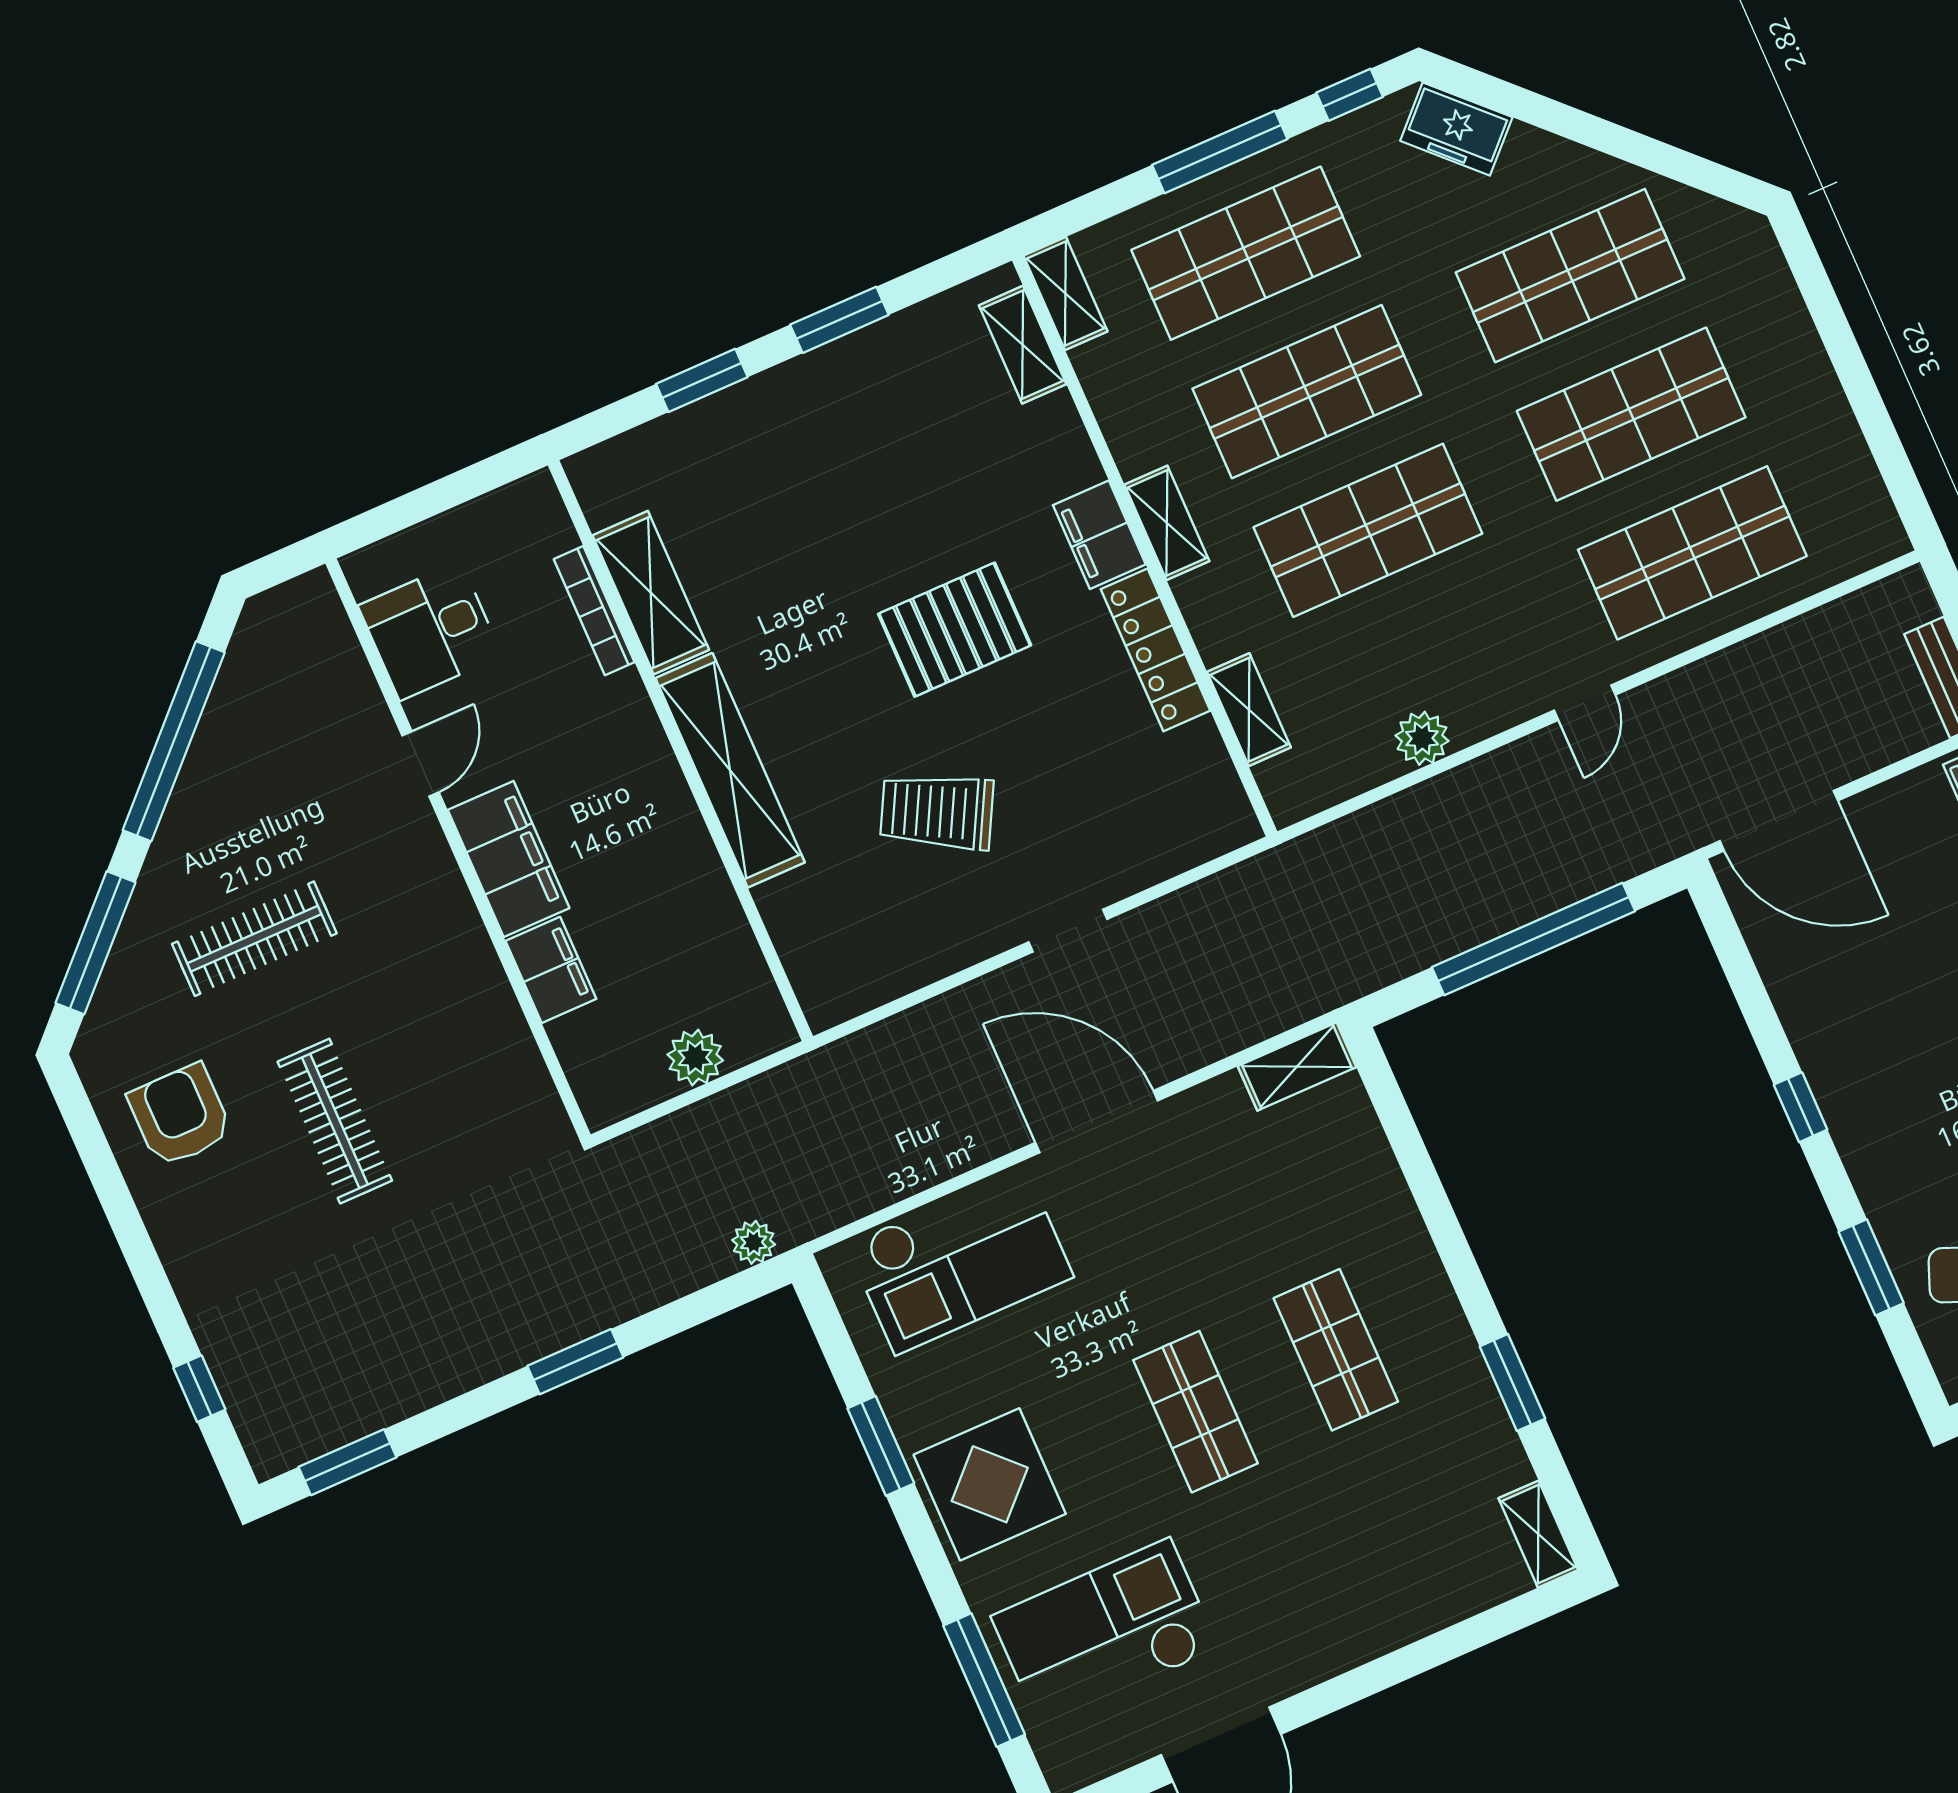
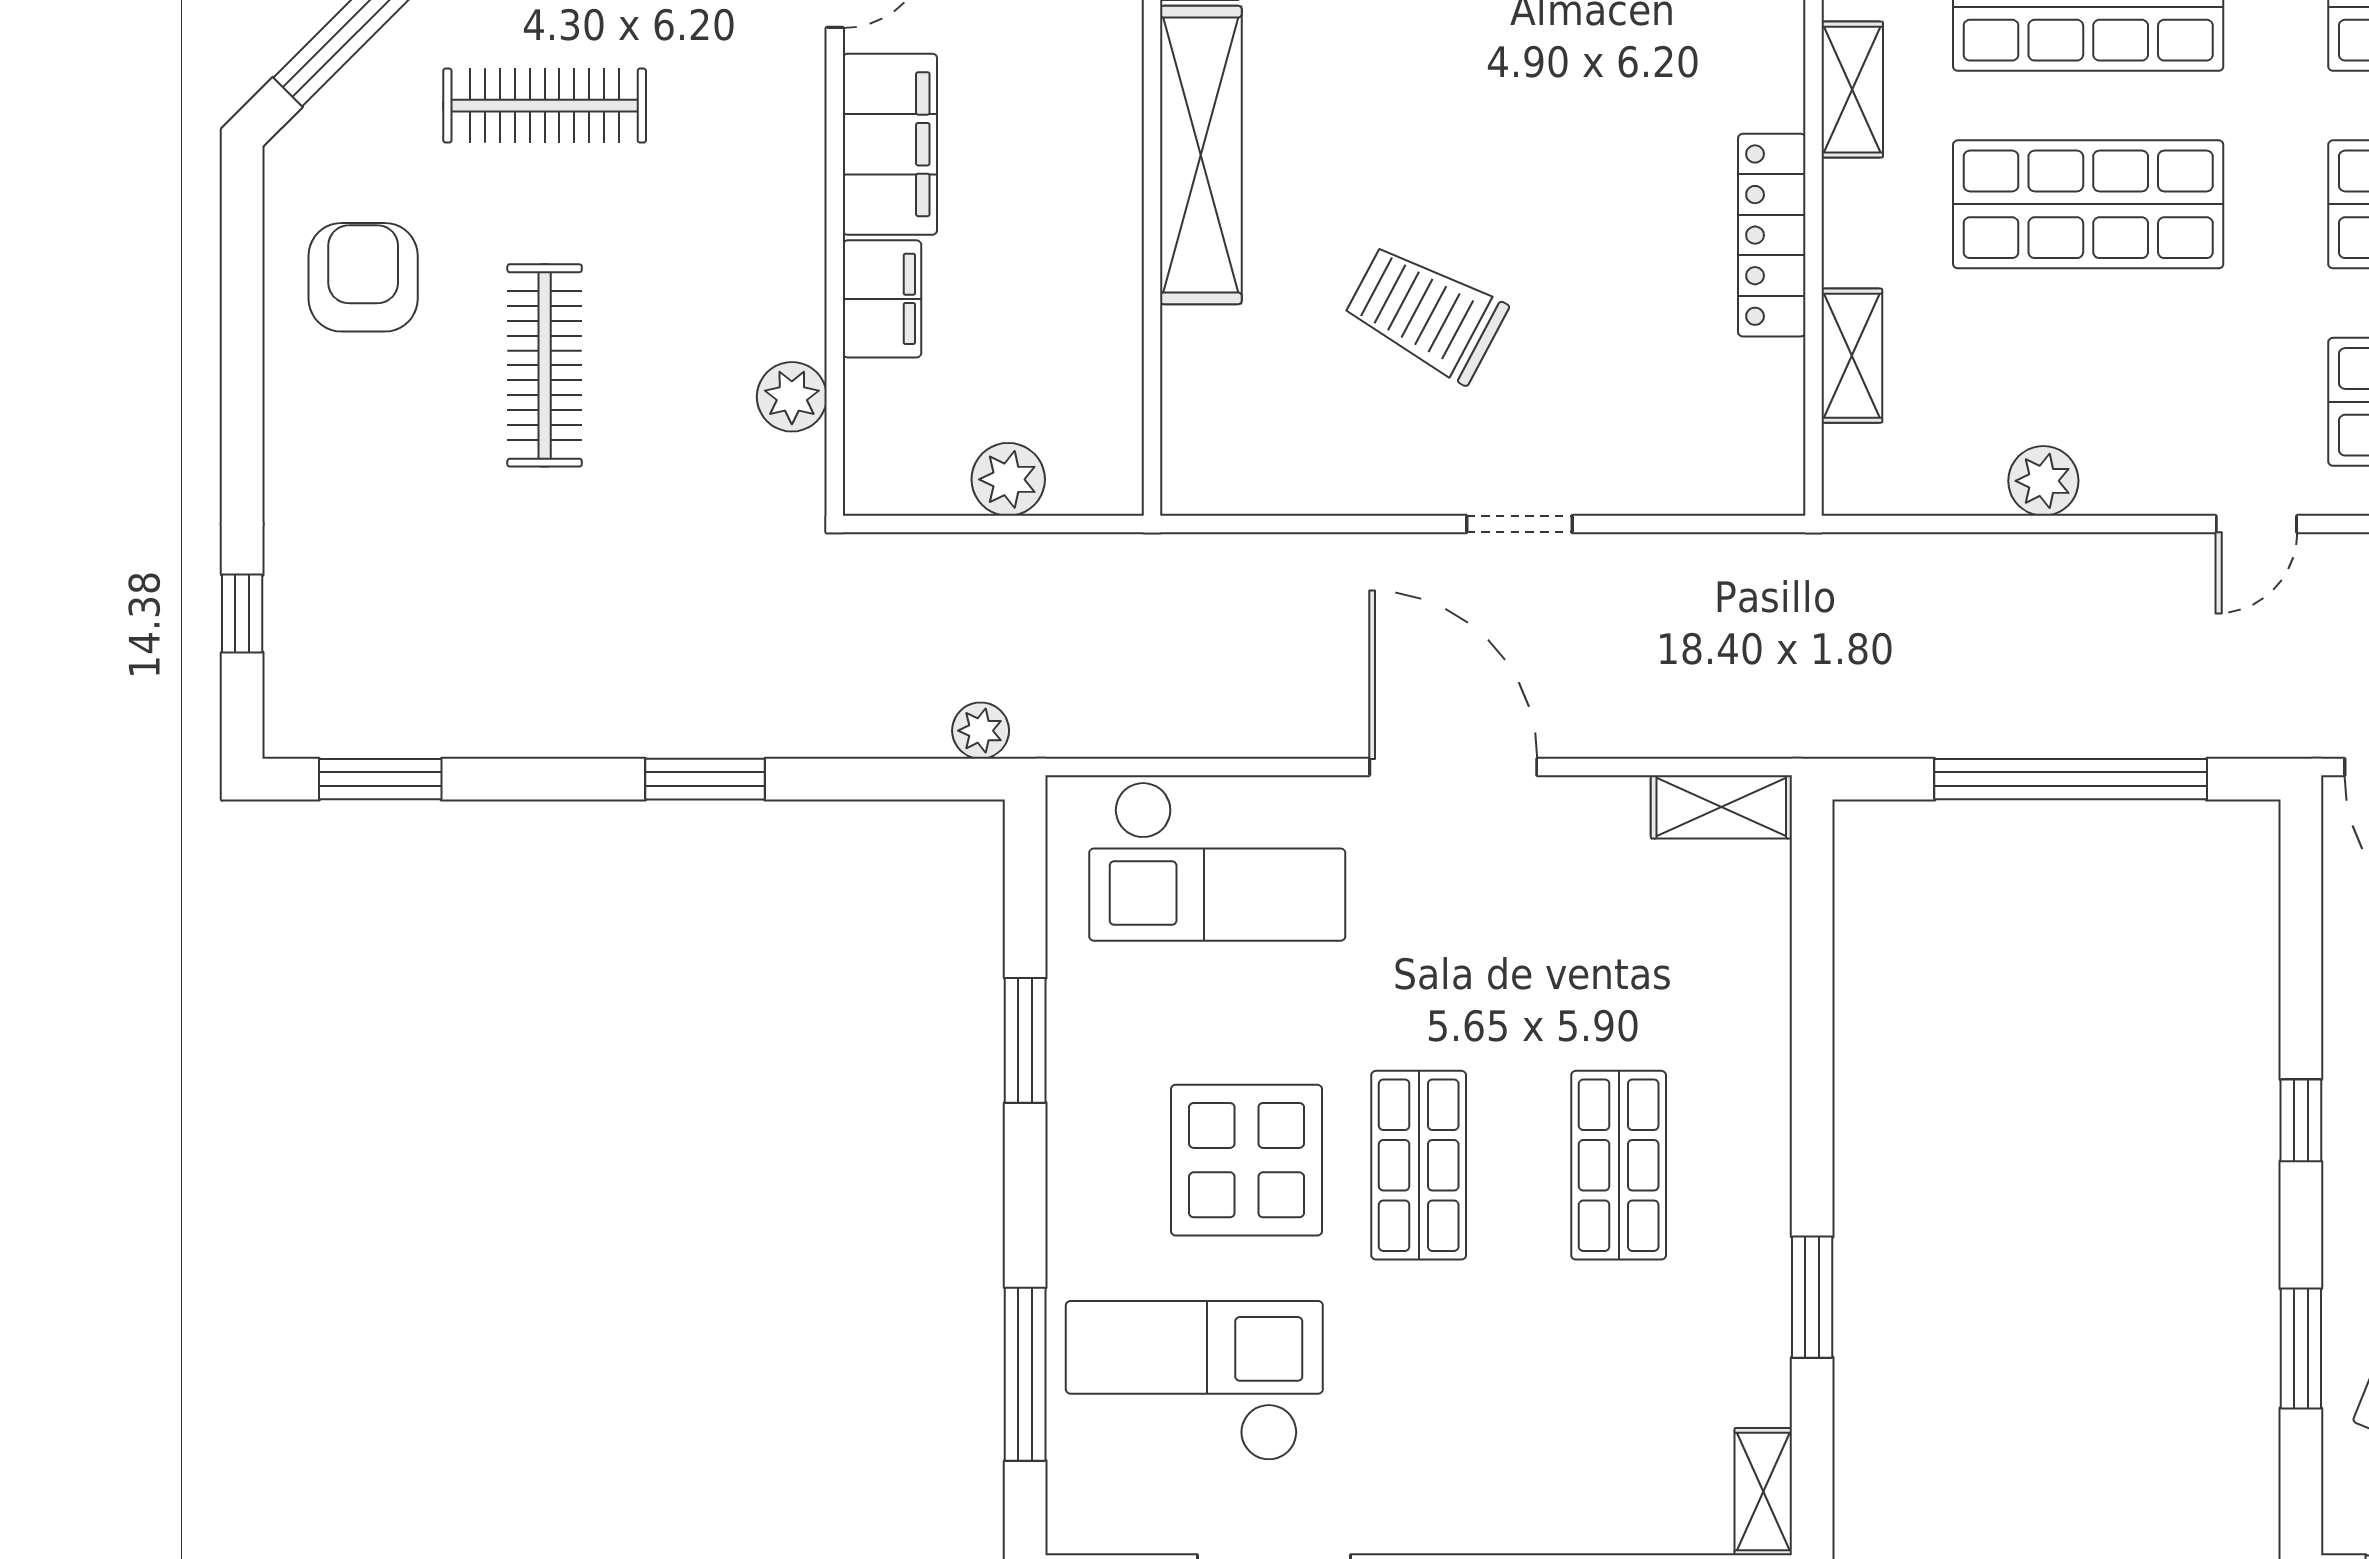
filing cabinet: (1099, 535) -> (1765, 68), removed
pallet: (955, 630) -> (1543, 105), removed
plant: (518, 1067) -> (792, 397), added
display table: (990, 1484) -> (1246, 1160), moved

